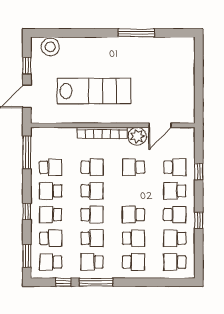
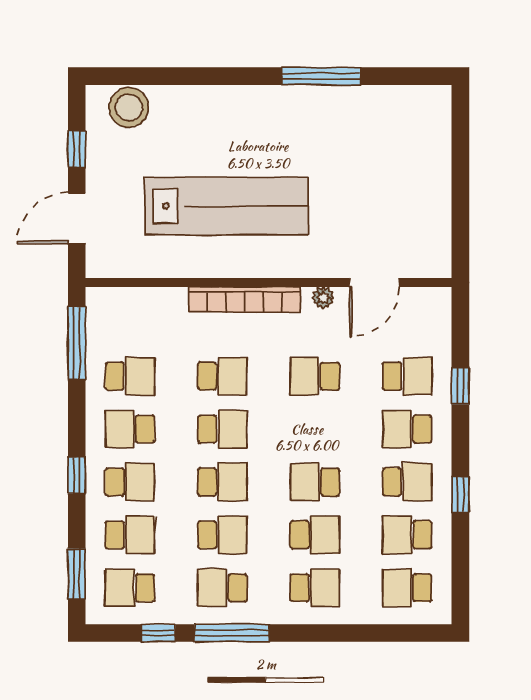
plant: (137, 136) -> (323, 298), width x0.53, depth x0.53
school desk: (51, 215) -> (130, 482), turned 180

